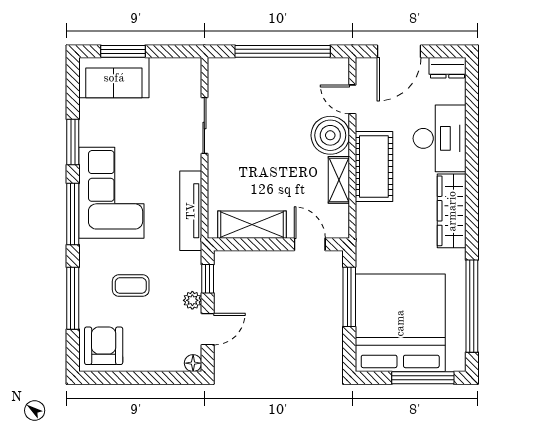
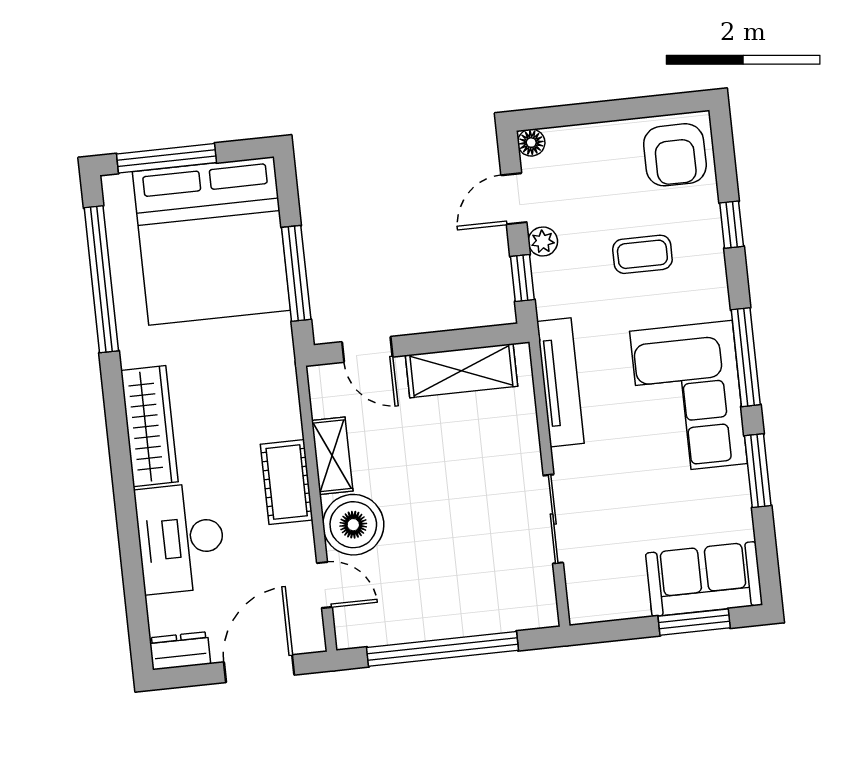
cot: (374, 167) -> (287, 482), width x0.73, depth x0.75
window: (73, 298) -> (732, 225), width x0.46

